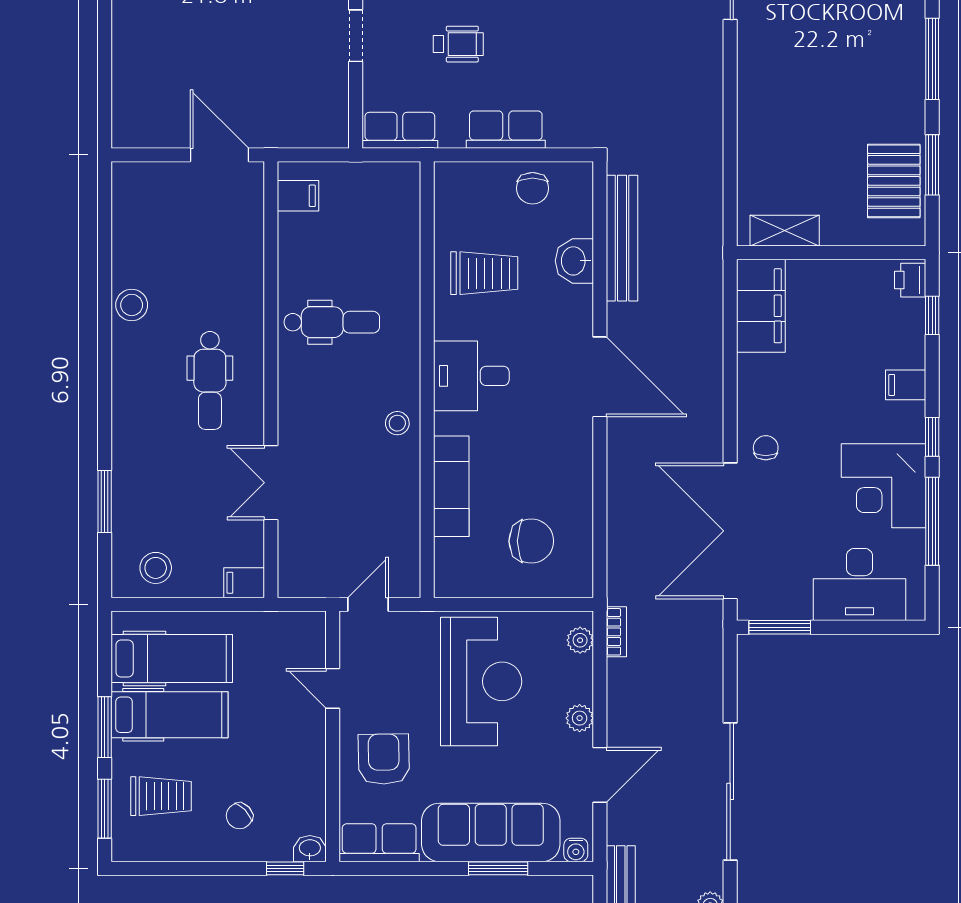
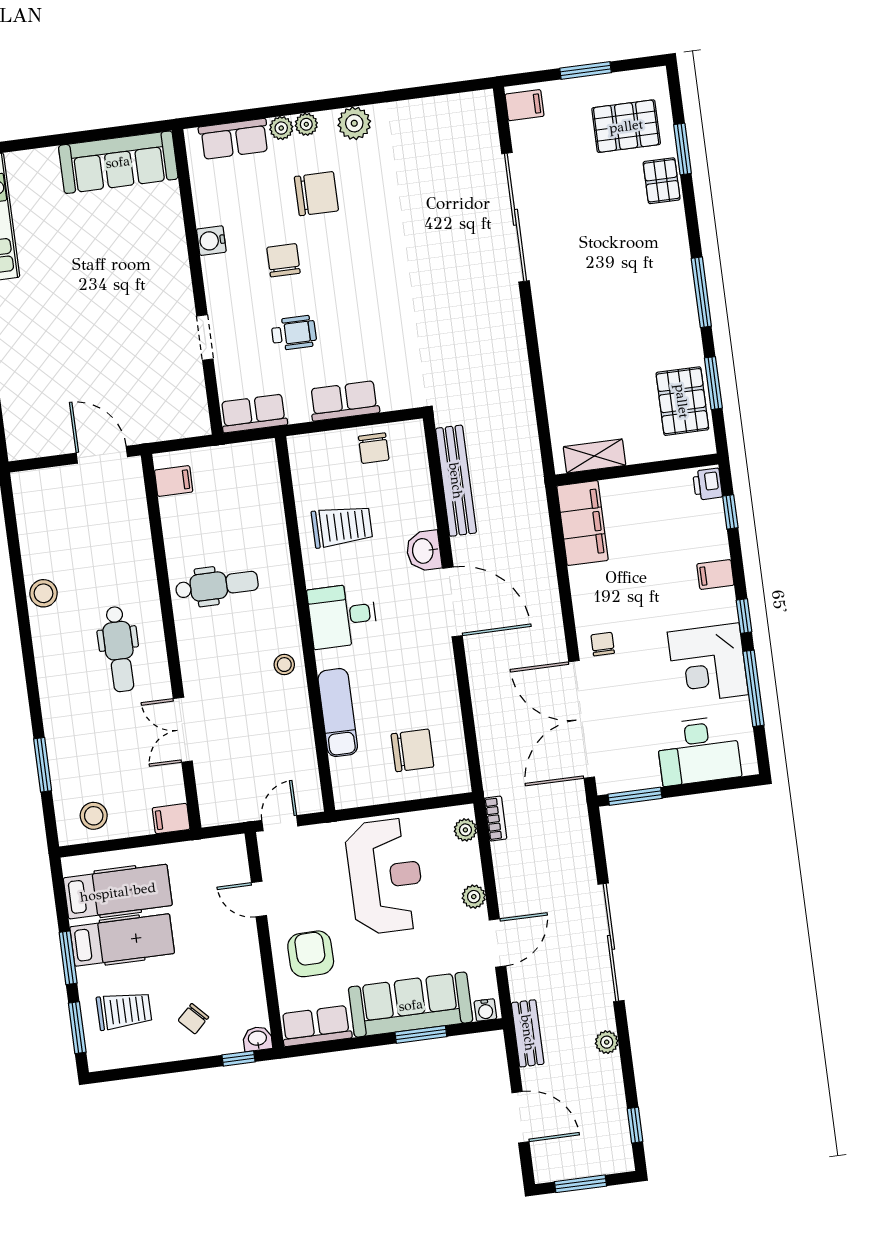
washbasin: (574, 261) -> (424, 551), moved

